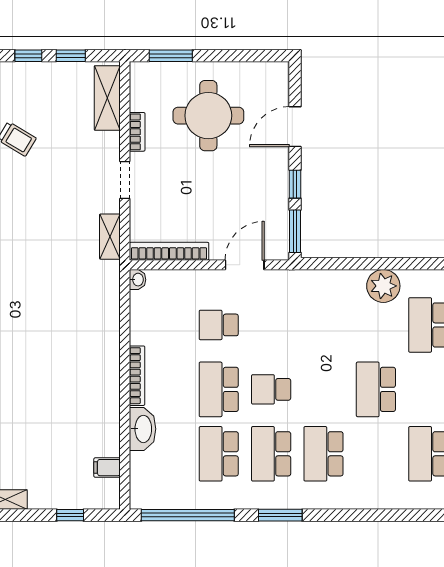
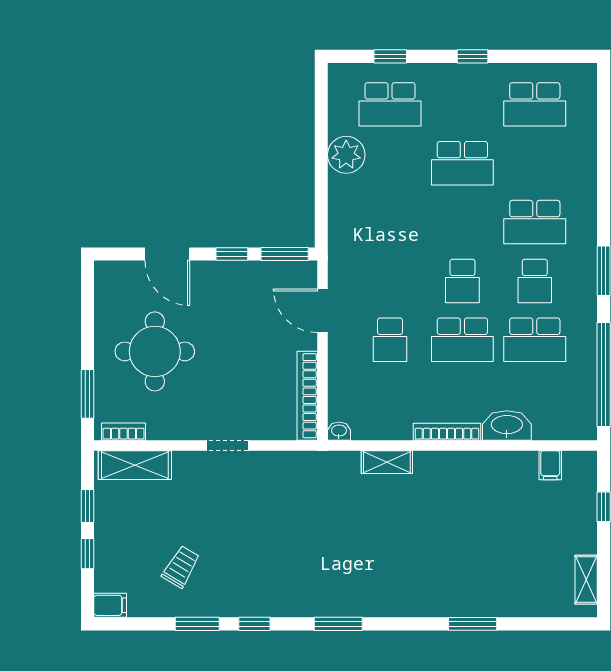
bookcase: (137, 132) -> (124, 432), moved
shelving: (110, 237) -> (387, 462), moved
school desk: (271, 454) -> (535, 281), width x0.54

